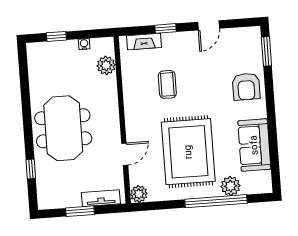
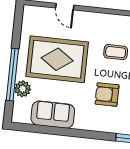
armchair: (246, 87) -> (107, 94), moved
plant: (139, 194) -> (30, 12), removed

